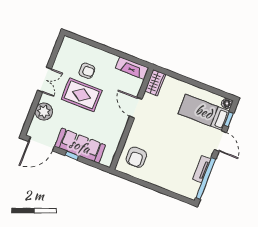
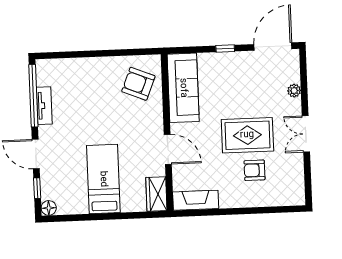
plant: (44, 112) -> (294, 91), width x0.53, depth x0.53
bed: (204, 112) -> (103, 179), moved, turned -90
sofa: (80, 146) -> (183, 88), moved, turned -90
armchair: (136, 157) -> (138, 84), turned -68

